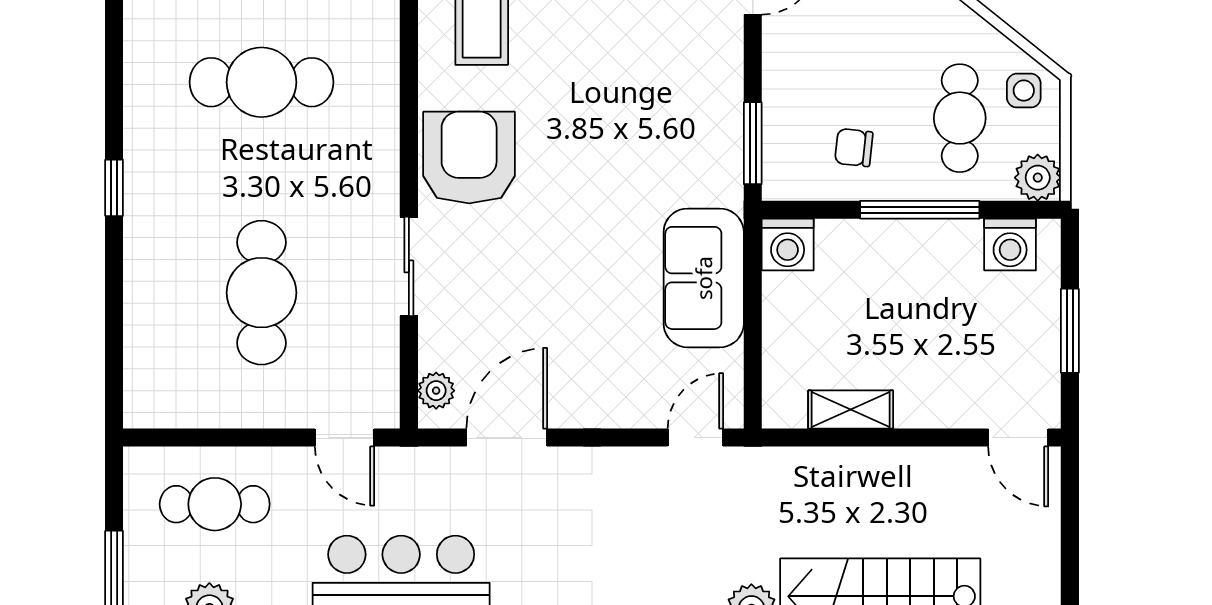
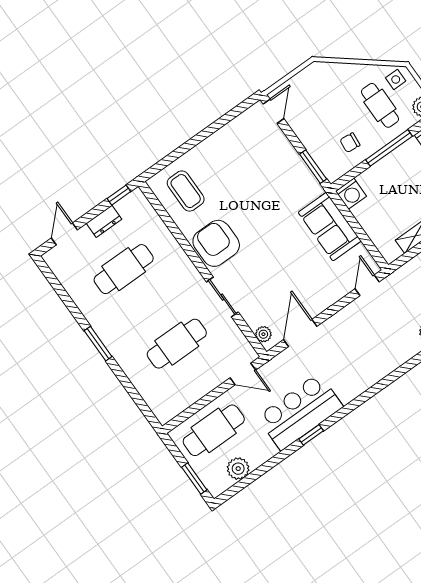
window: (114, 188) -> (98, 344), width x1.50
cafe table: (261, 293) -> (177, 344), turned 90
cafe table: (215, 504) -> (214, 430), width x1.37, depth x1.35

